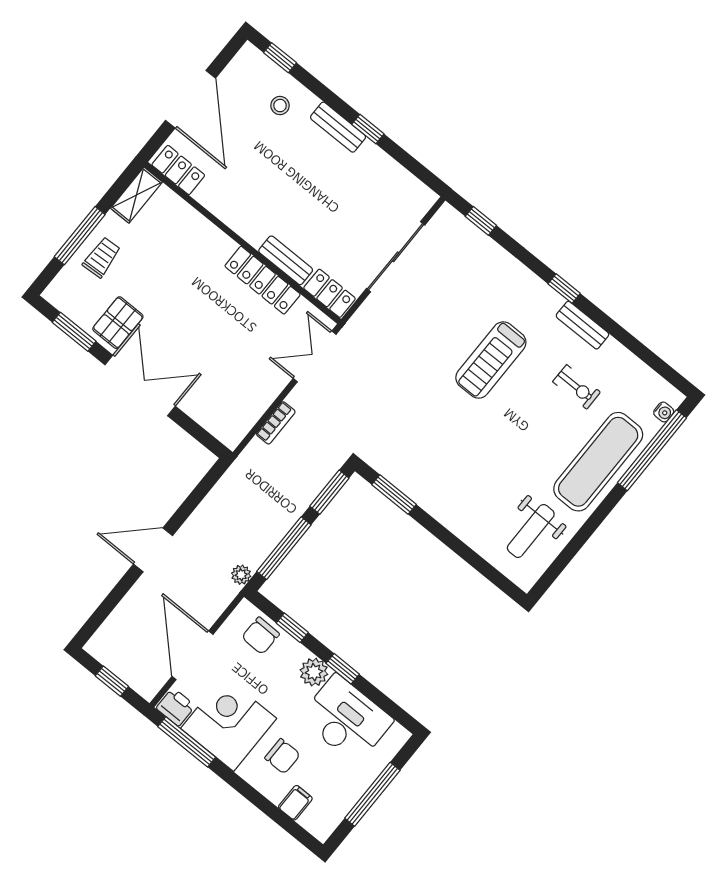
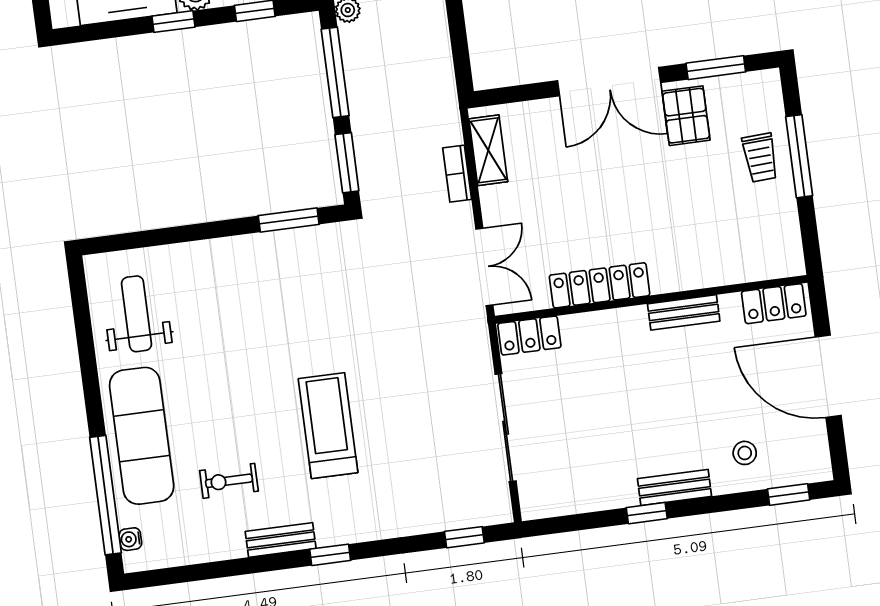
shelving: (136, 195) -> (488, 150), moved
bench: (286, 260) -> (684, 312), moved

